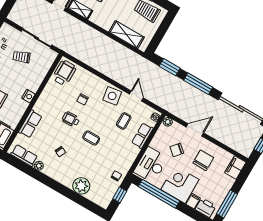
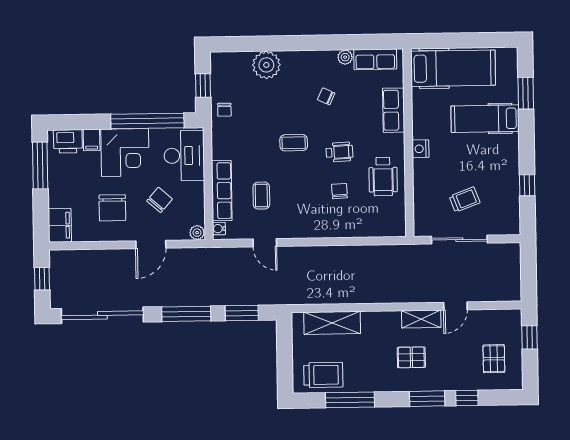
wheelchair: (64, 73) -> (383, 177), moved
side table: (112, 96) -> (300, 222), removed
row of seats: (142, 136) -> (222, 191), width x1.48

